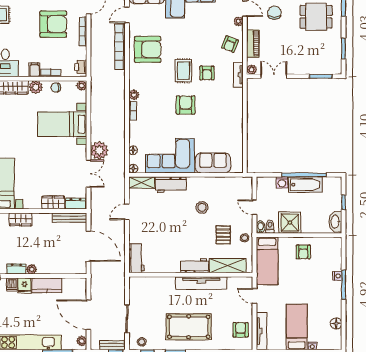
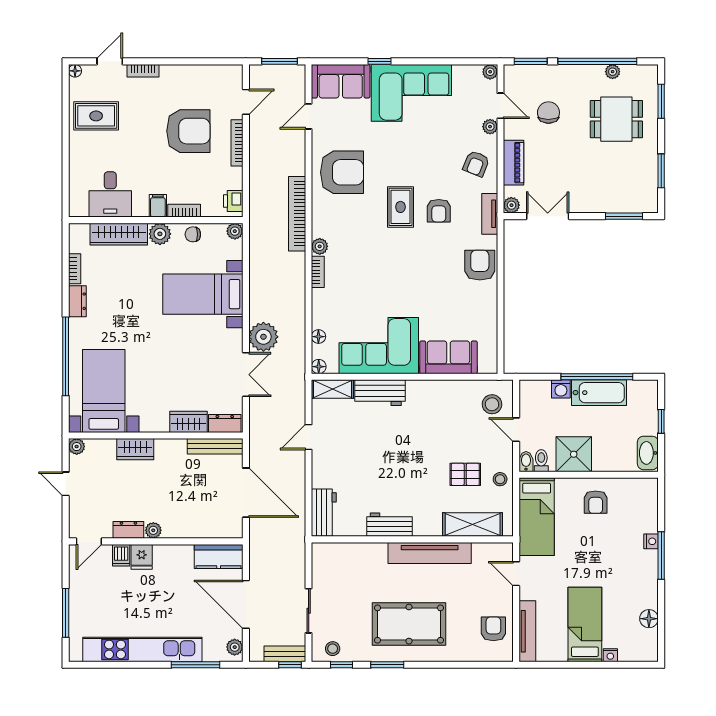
bookcase: (120, 47) -> (297, 214), moved
armchair: (186, 105) -> (480, 265), moved
stool: (202, 207) -> (492, 404), moved
pallet: (223, 235) -> (465, 474), turned 90
workbench: (194, 266) -> (390, 525), moved
kitchen counter: (47, 285) -> (219, 556), moved

